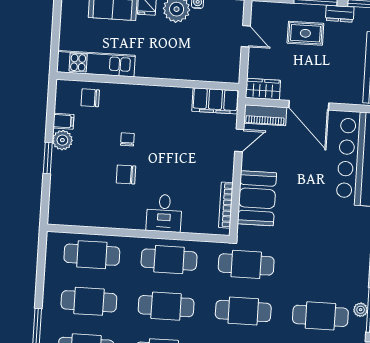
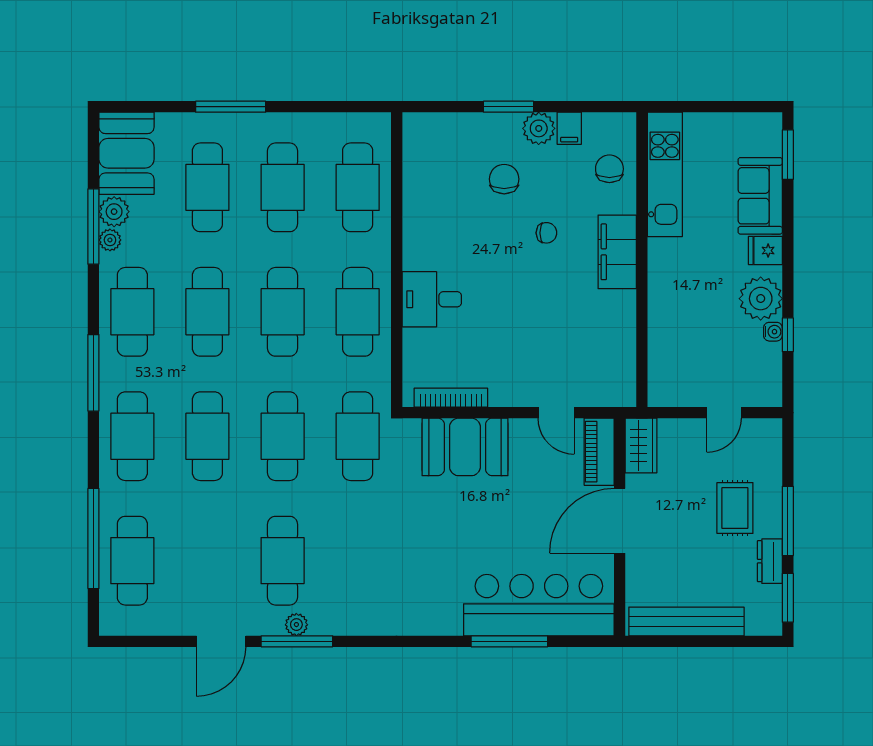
filing cabinet: (215, 101) -> (617, 252), moved
chair: (126, 174) -> (504, 179), moved

